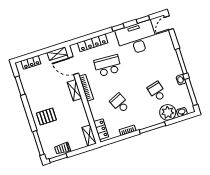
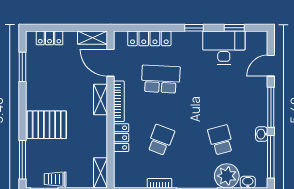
door: (169, 23) -> (271, 66), moved
desk: (137, 38) -> (224, 47), width x0.73, depth x0.77
school desk: (120, 103) -> (161, 140), turned 45
pallet: (46, 117) -> (47, 125), width x1.50, depth x1.42
locker: (101, 129) -> (121, 138), moved

